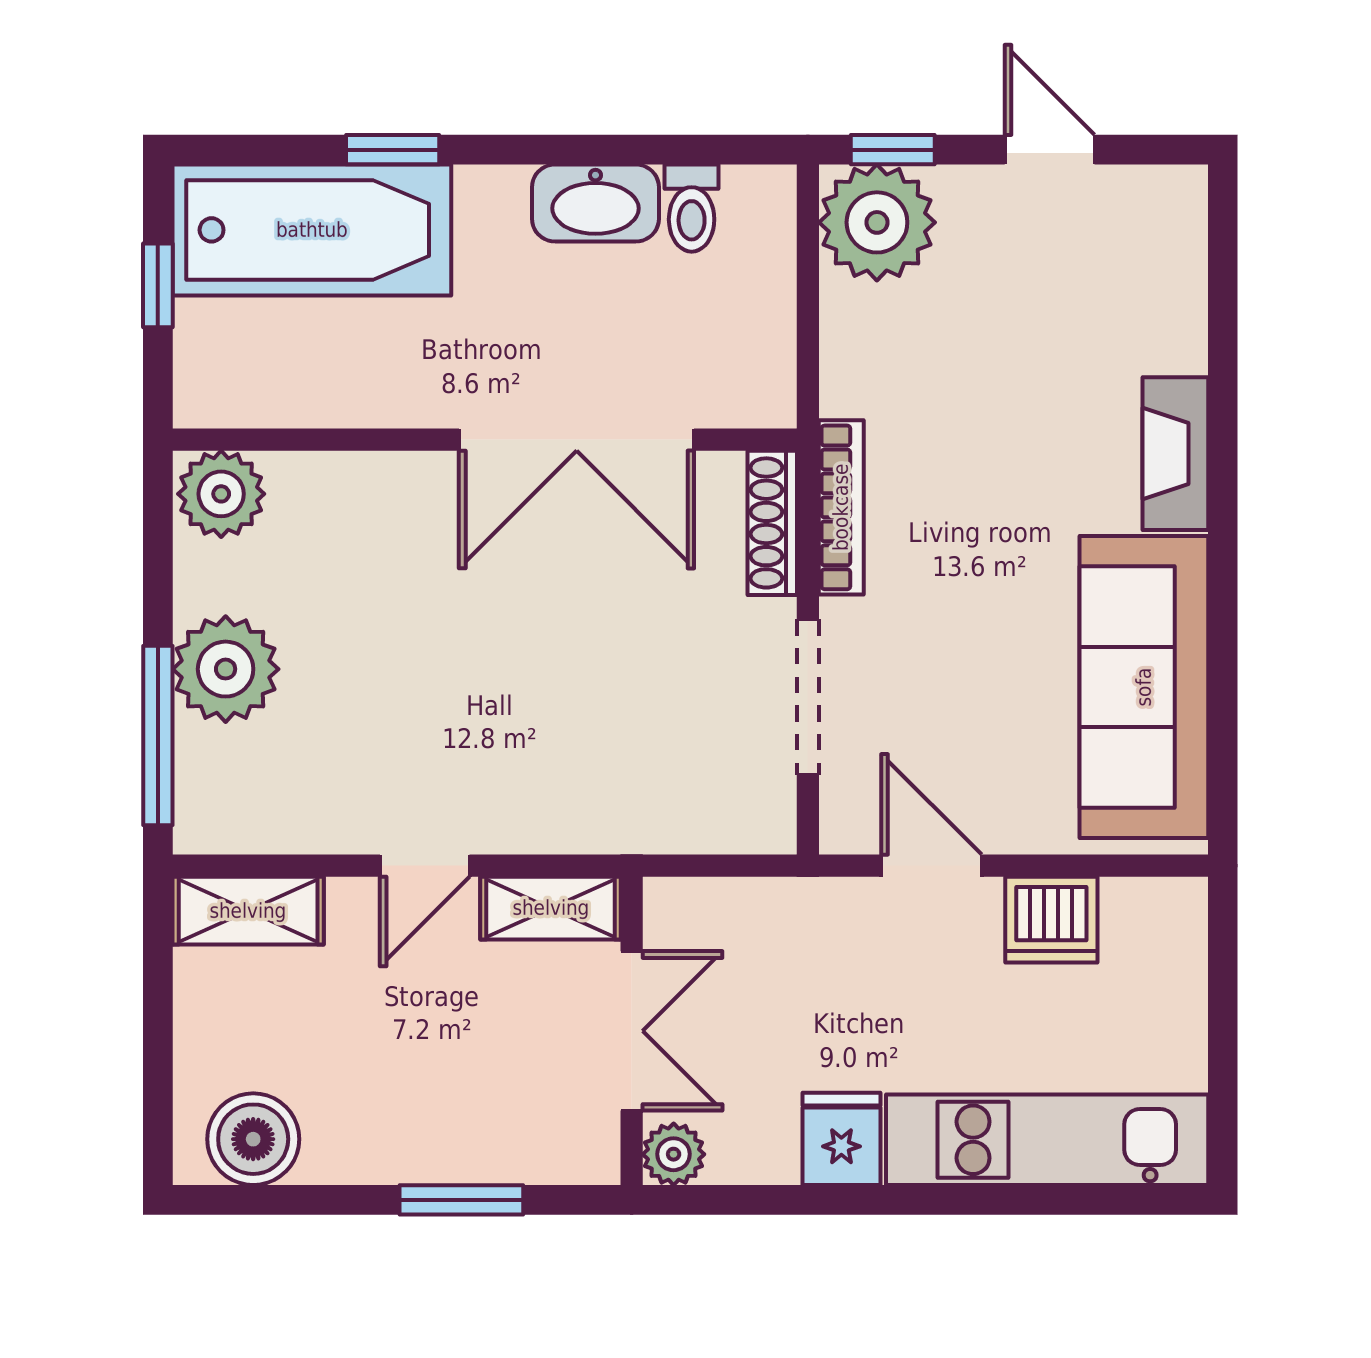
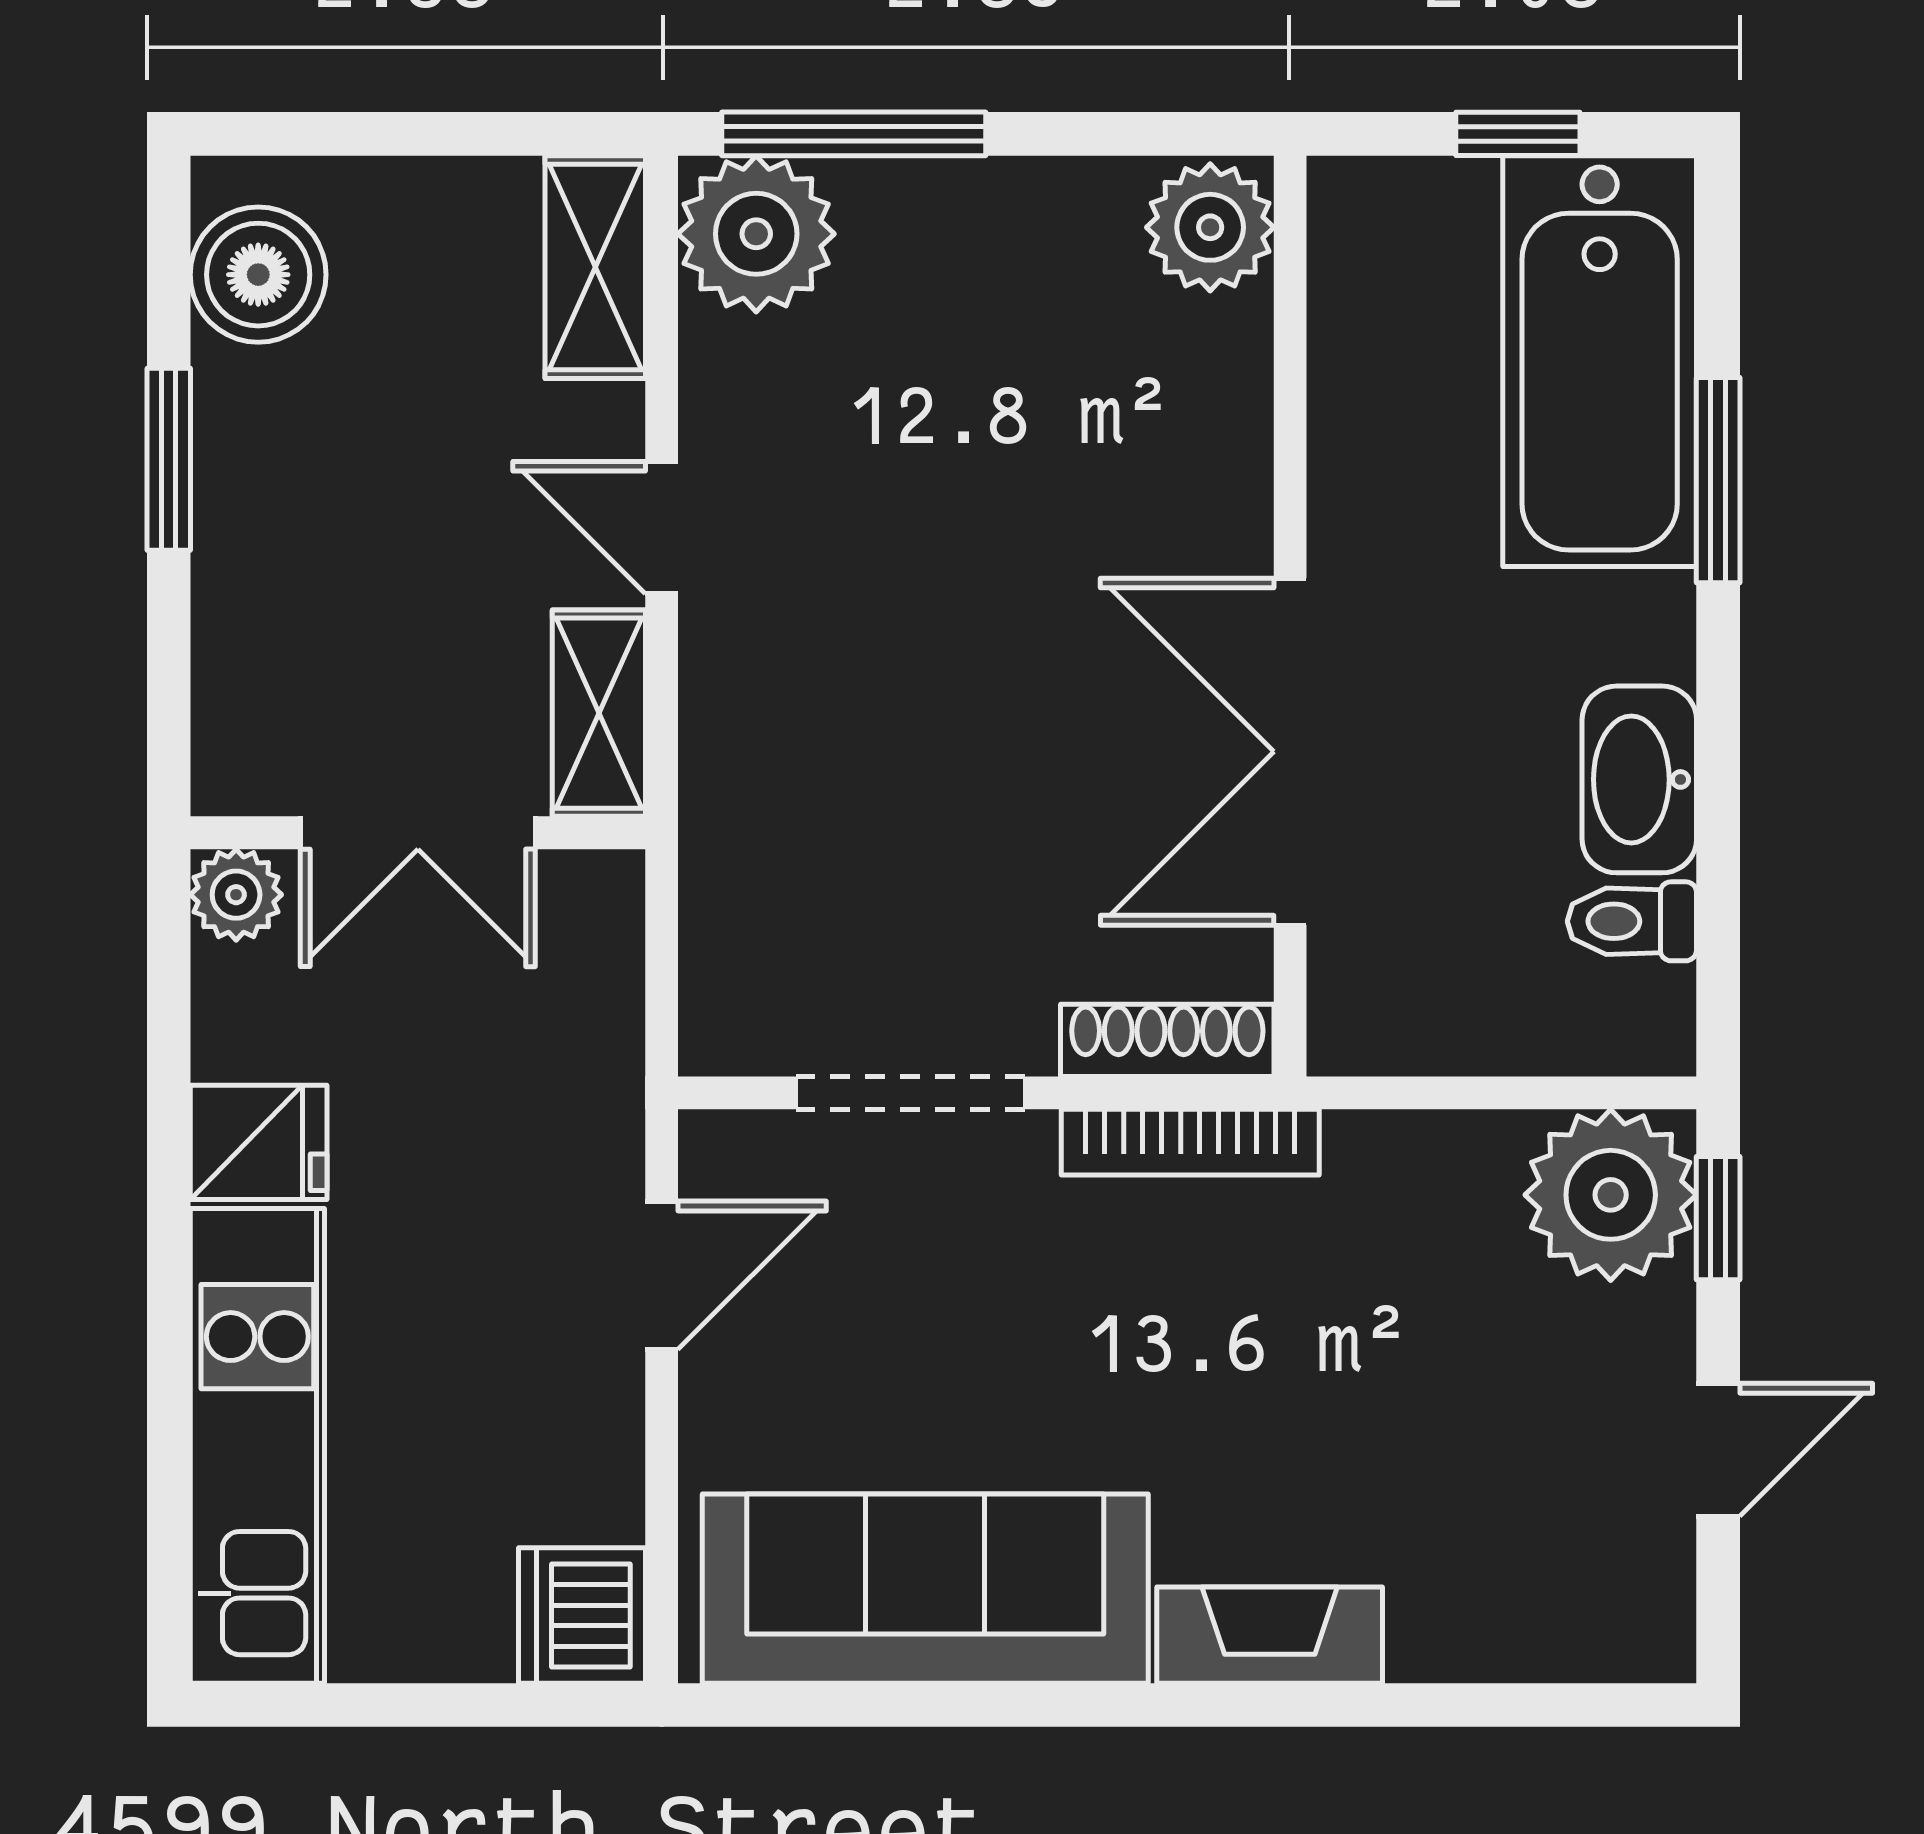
window: (393, 150) -> (1718, 480), width x1.50
plant: (226, 669) -> (756, 234), moved
dishwasher: (1051, 920) -> (582, 1615), moved
window: (461, 1200) -> (169, 459), moved

